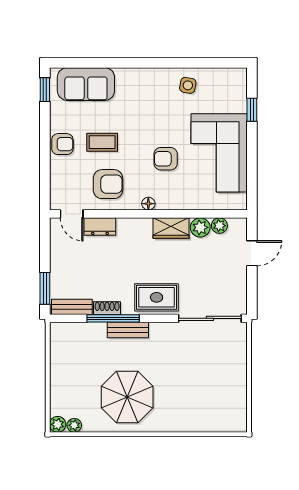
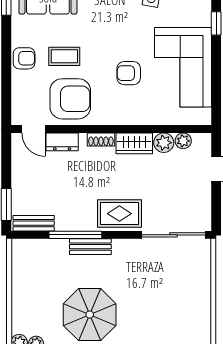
armchair: (108, 184) -> (70, 99), width x1.36, depth x1.36
floor lamp: (148, 204) -> (111, 119), removed
shoe rack: (107, 308) -> (101, 139), moved, turned 180

